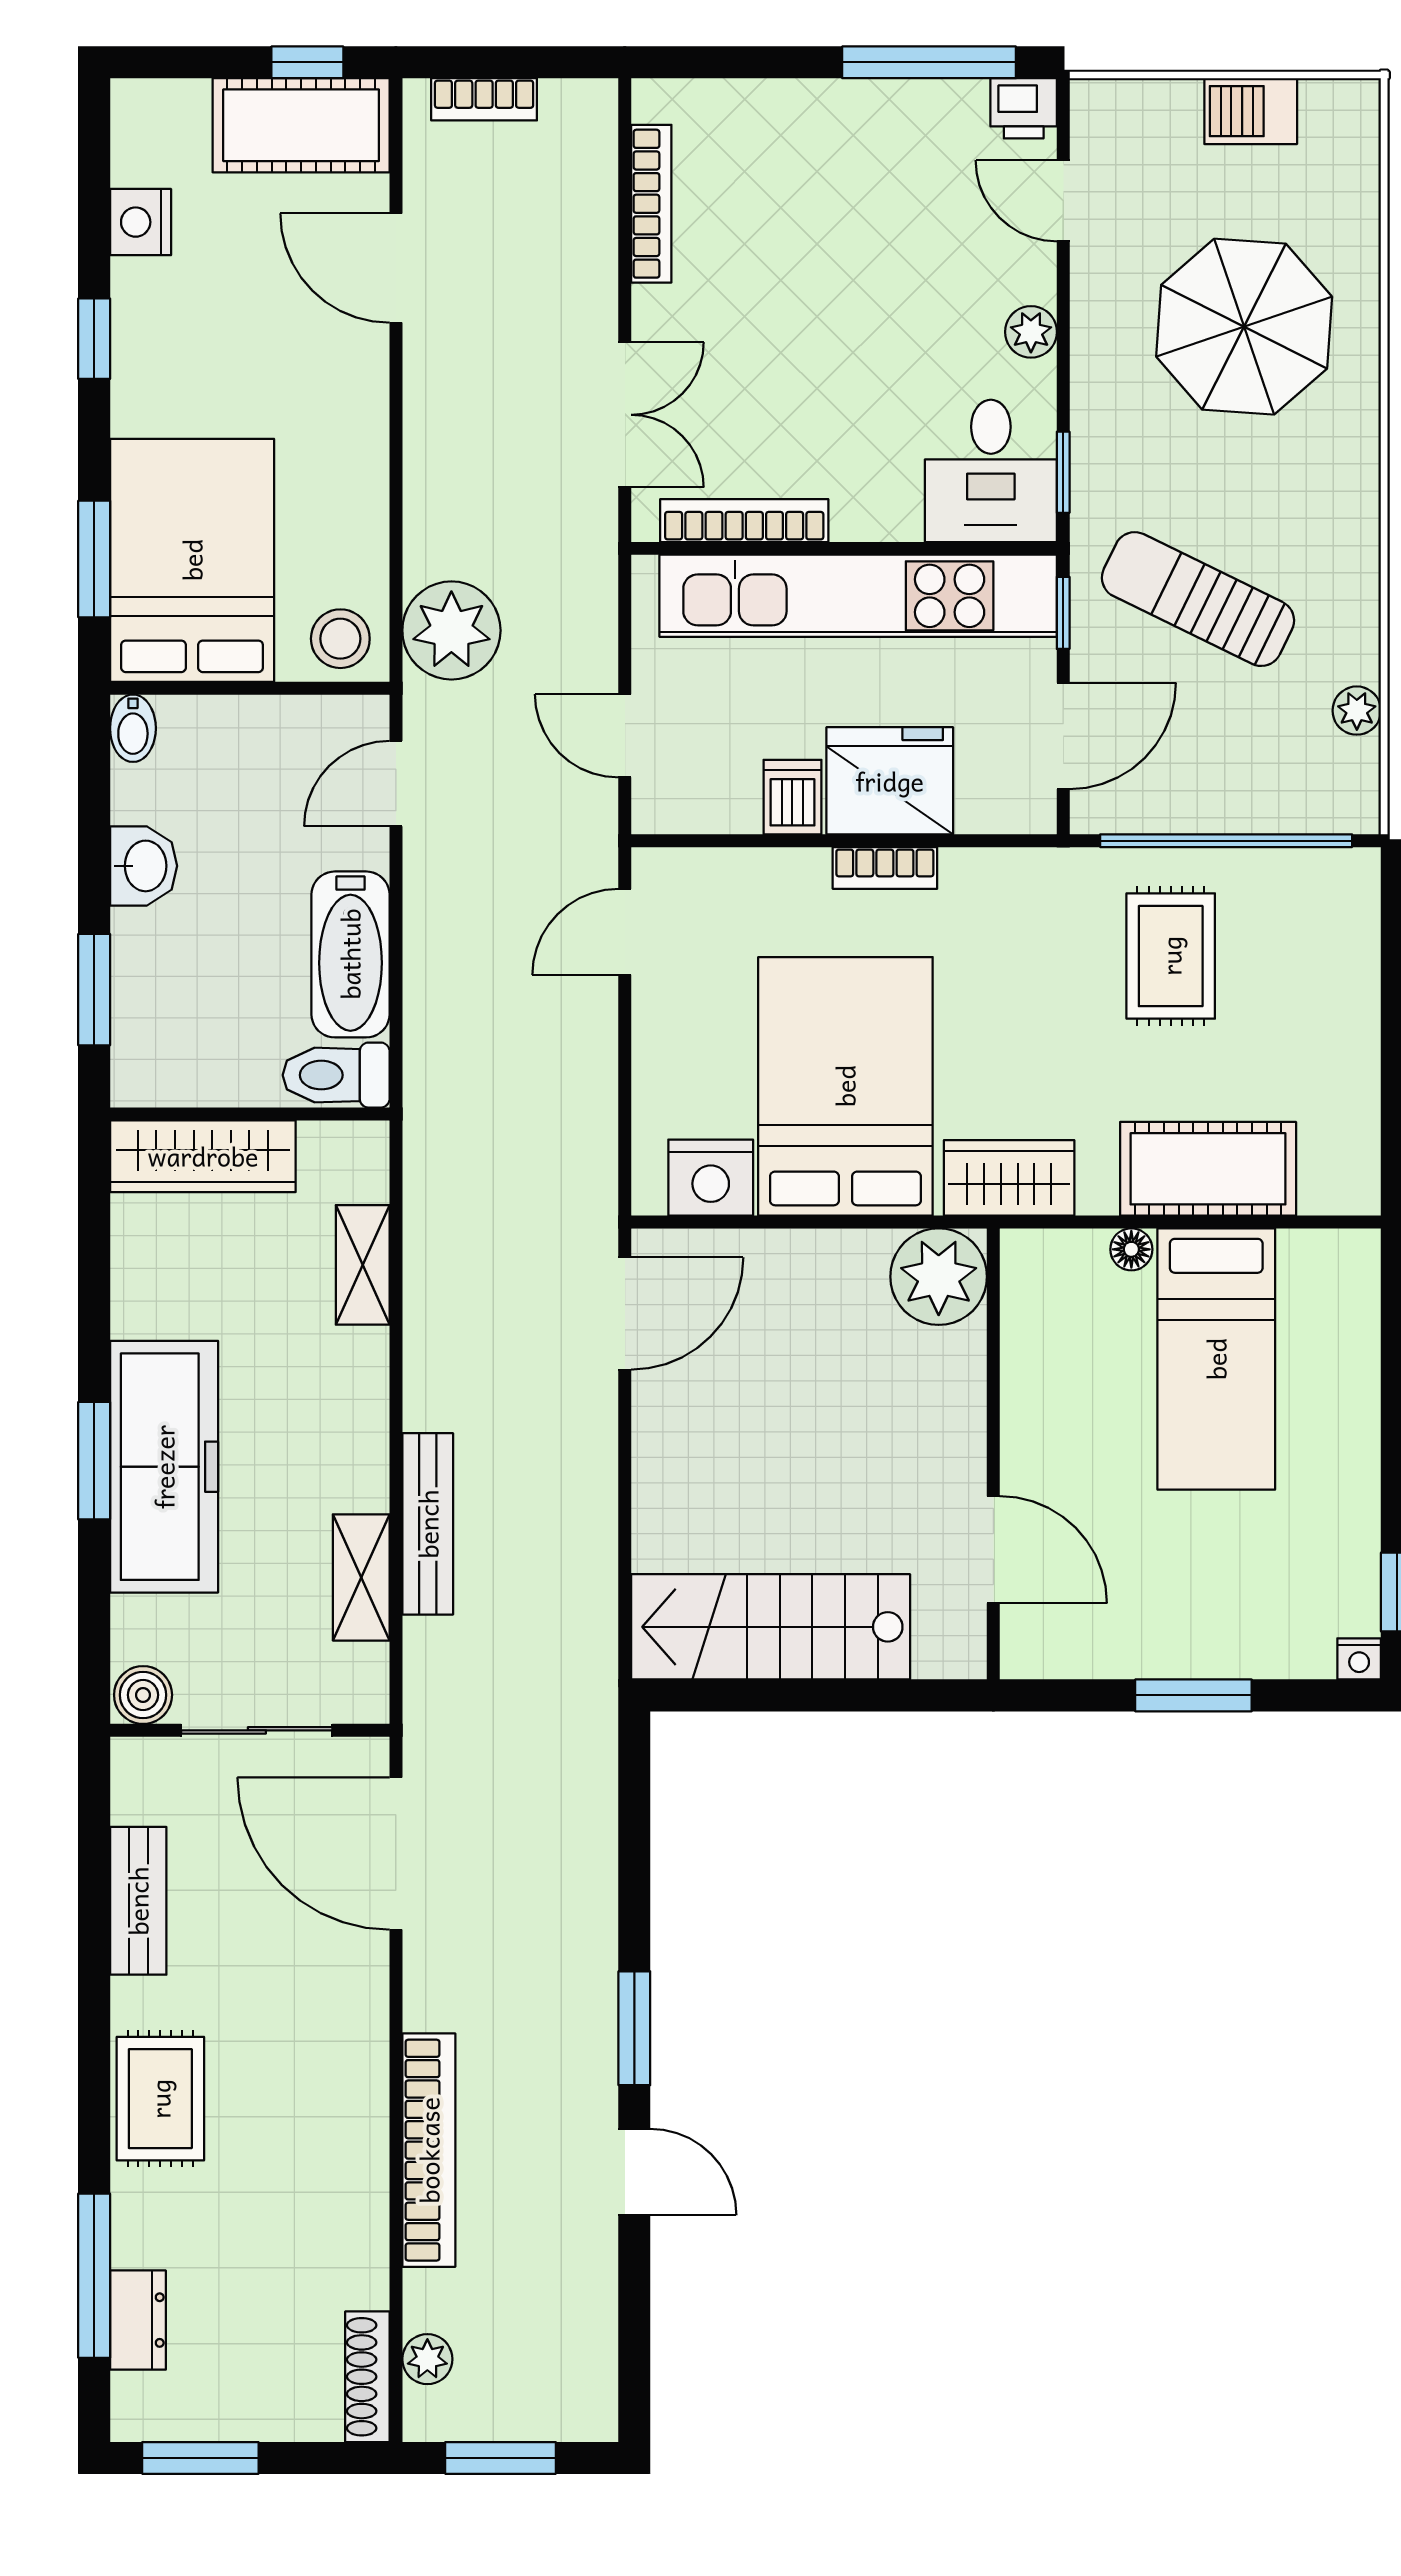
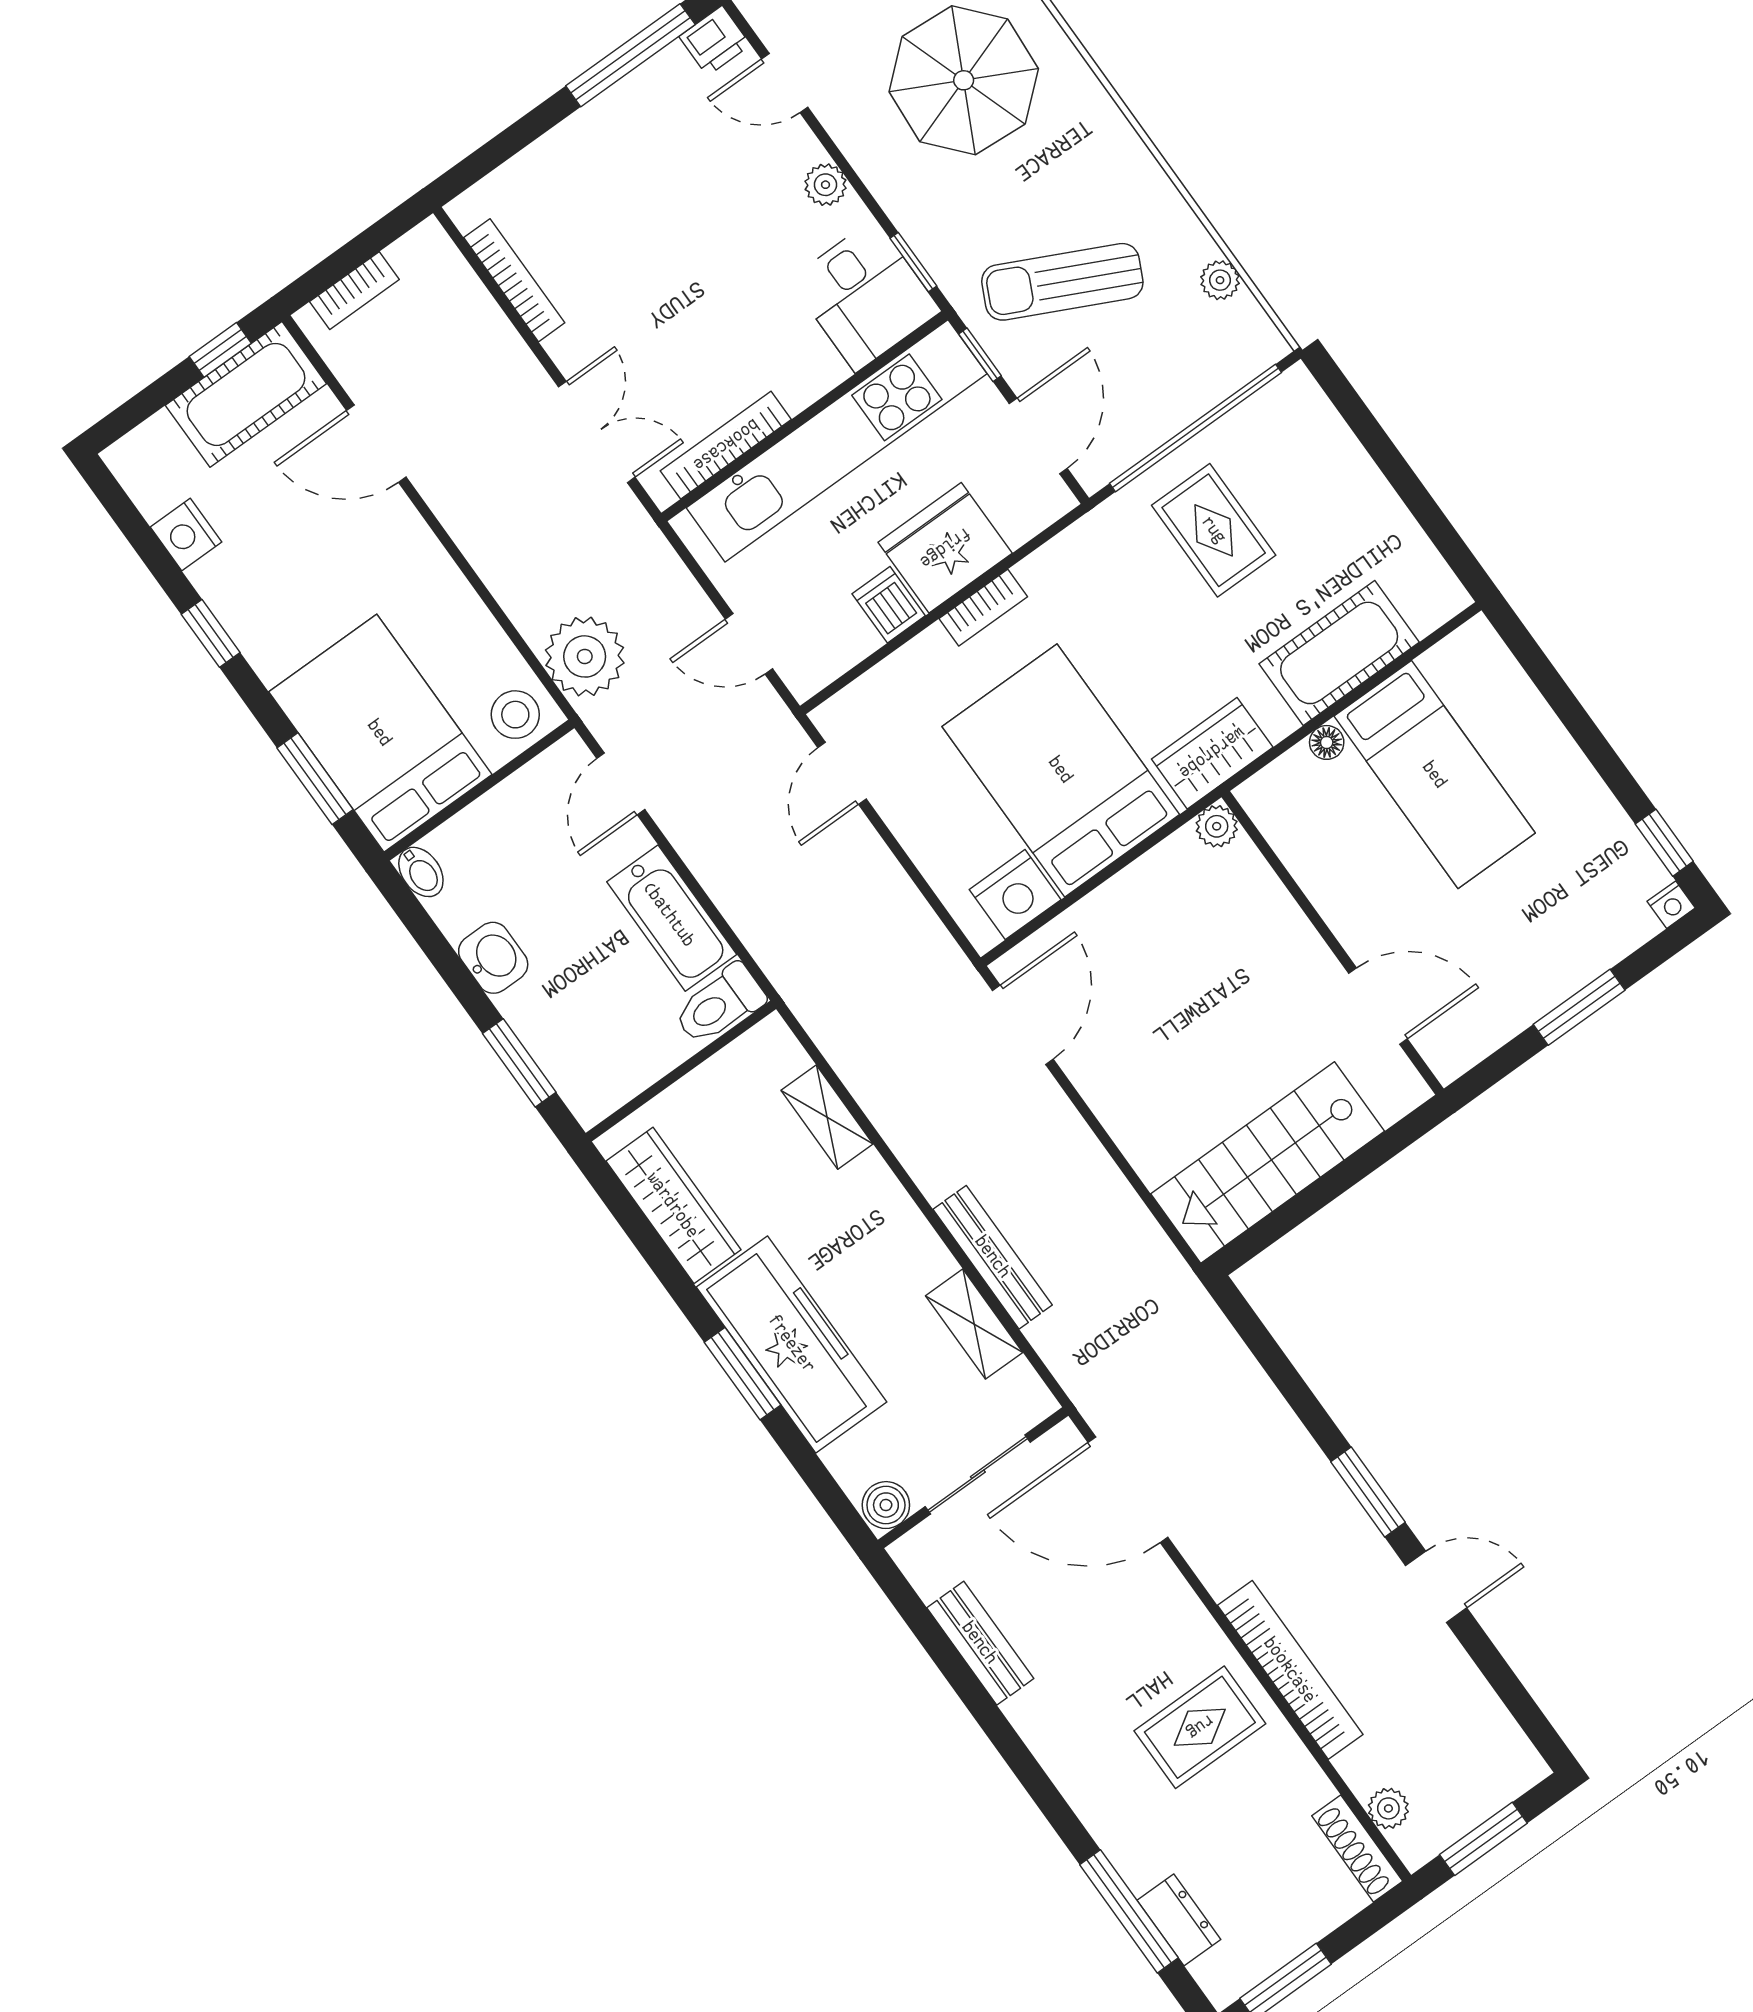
wardrobe: (203, 1156) -> (673, 1205), moved, turned -90
plant: (939, 1277) -> (1217, 826), width x0.53, depth x0.53
rug: (160, 2099) -> (1200, 1727), moved, turned 90

